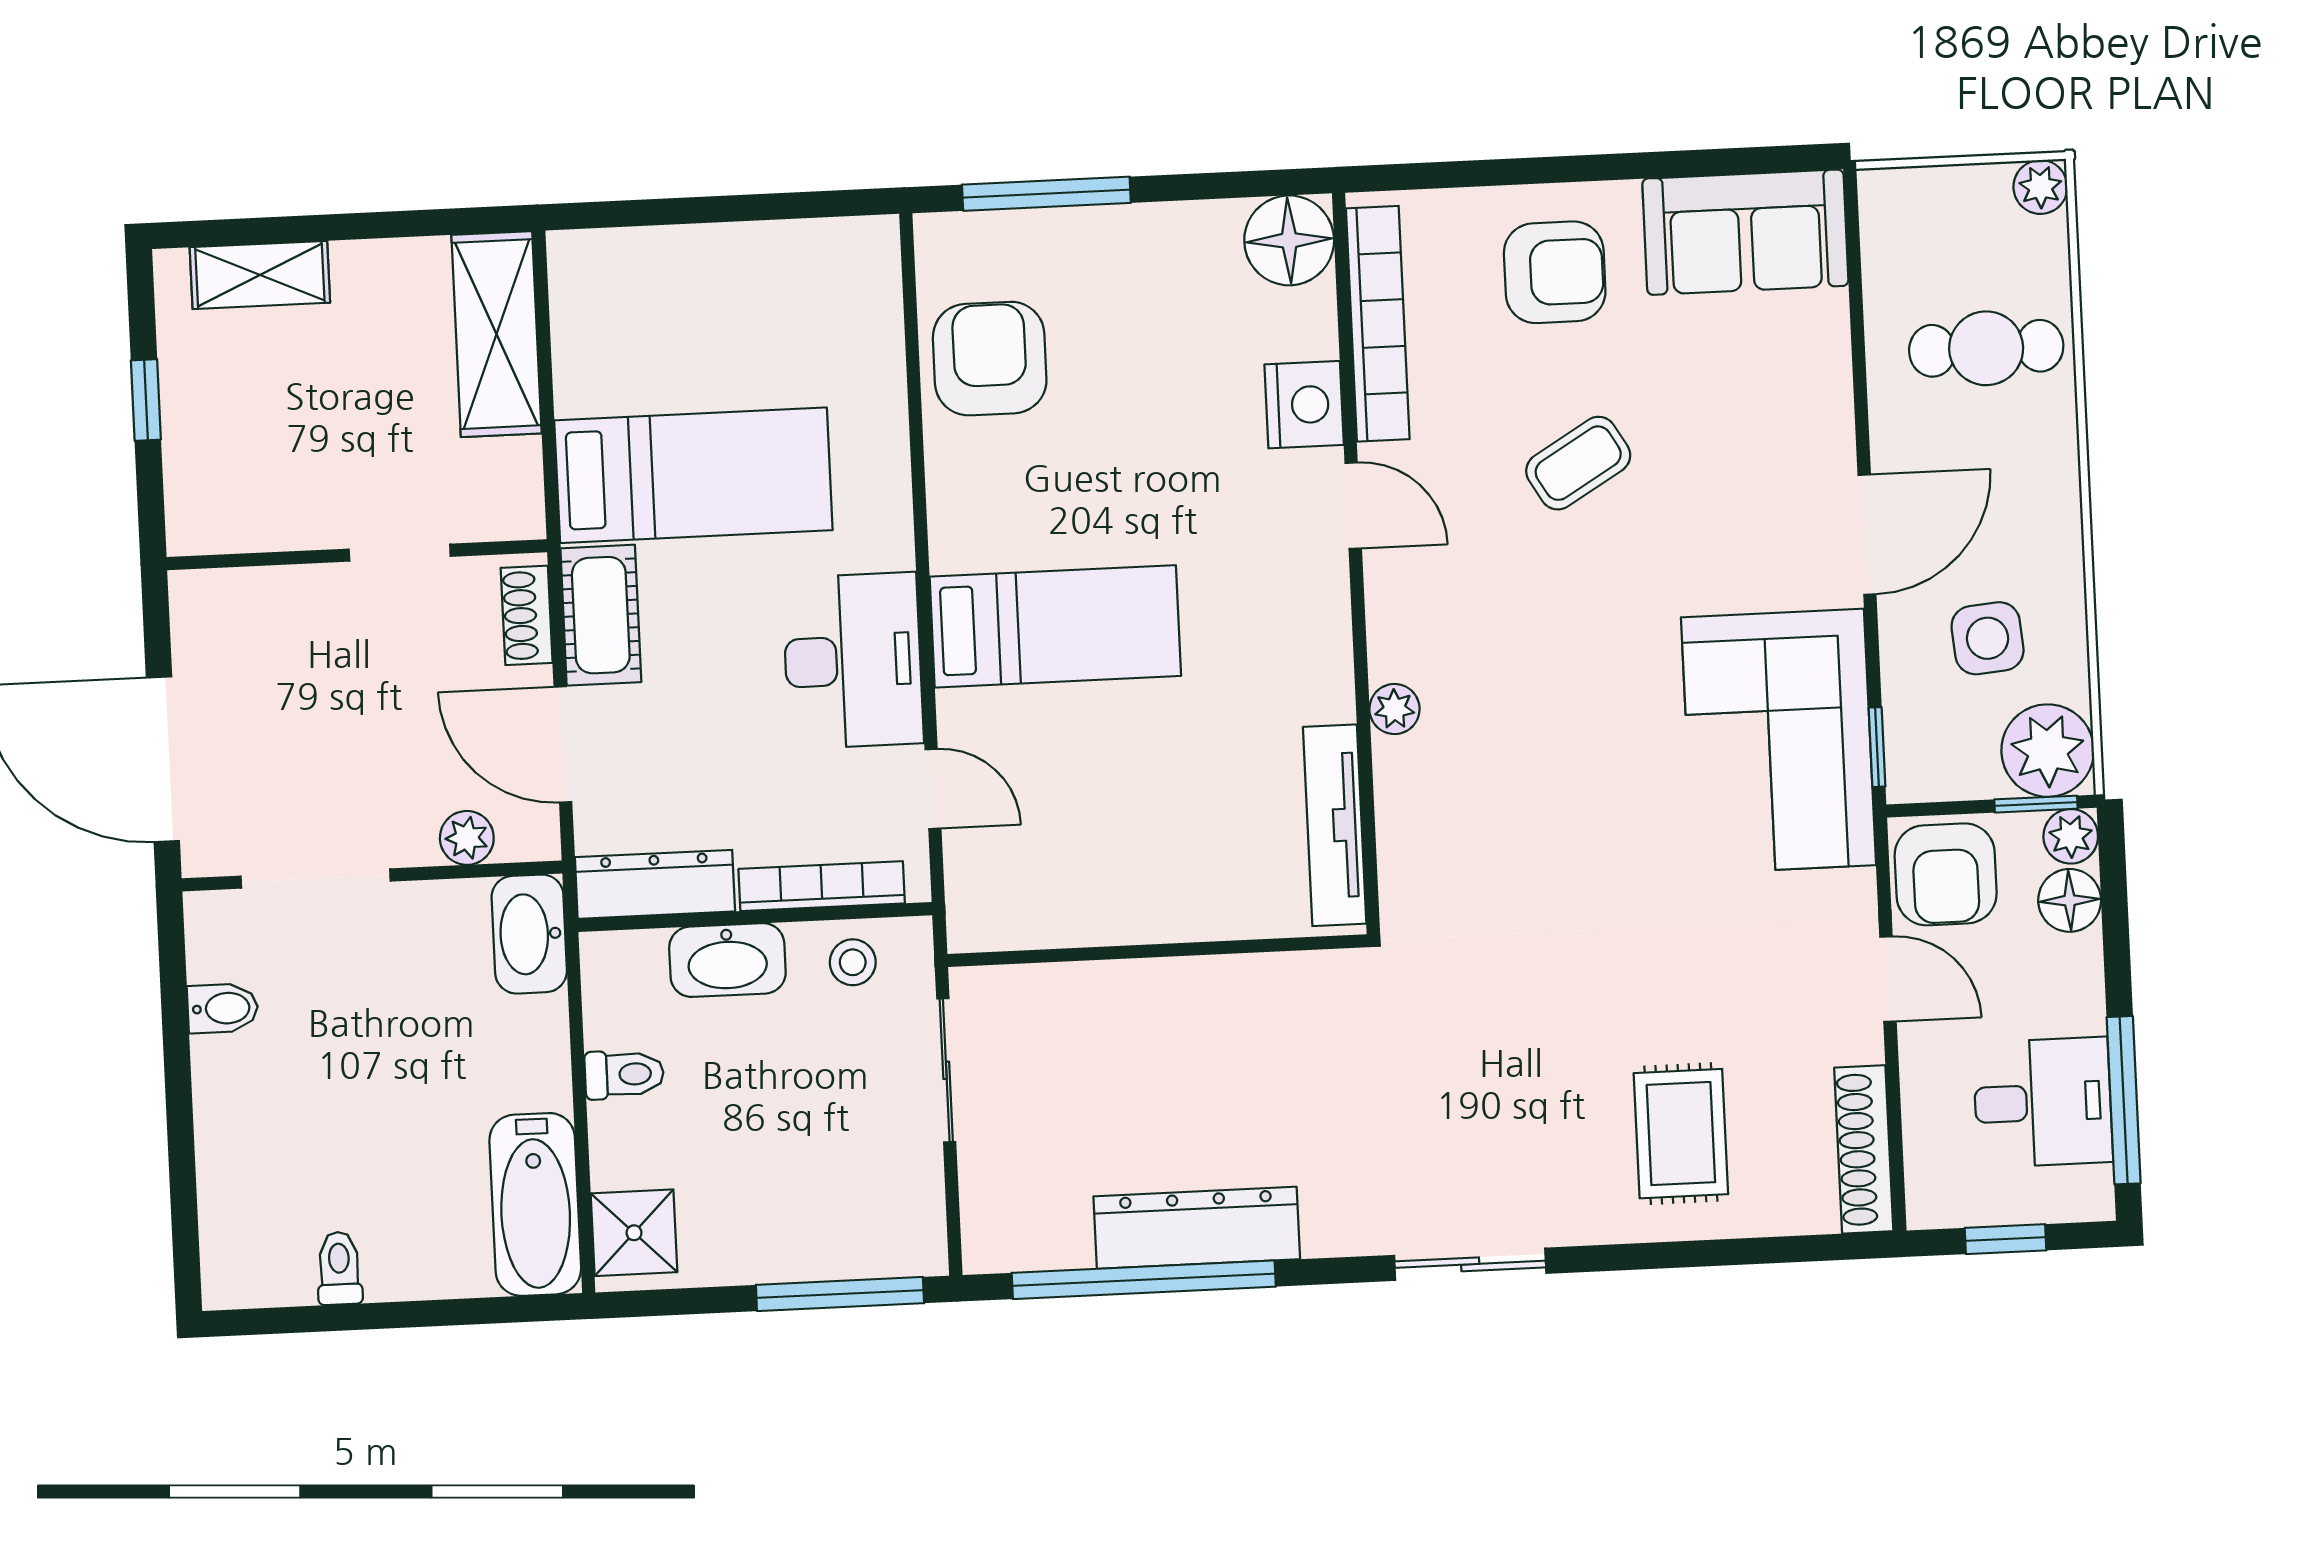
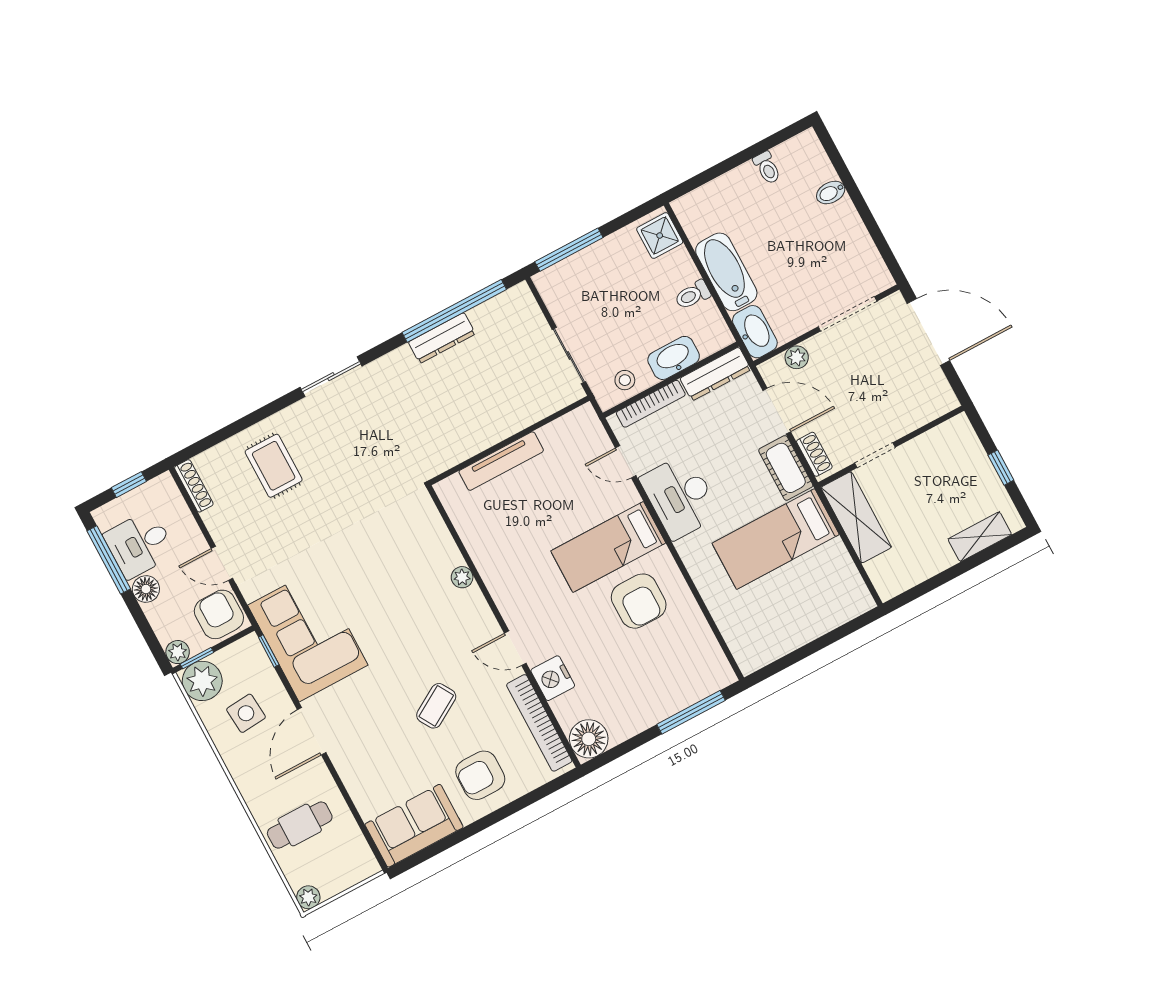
shelving: (496, 334) -> (856, 517), moved
armchair: (990, 359) -> (639, 601), moved
tv unit: (1335, 825) -> (501, 461), moved, turned 90
floor lamp: (2070, 900) -> (146, 589), moved
bidet: (223, 1008) -> (831, 192), moved
shoe rack: (1864, 1149) -> (194, 486), width x0.74, depth x0.81
bathtub: (535, 1204) -> (726, 272), moved
dresser: (1197, 1228) -> (442, 338), width x0.73, depth x0.80

